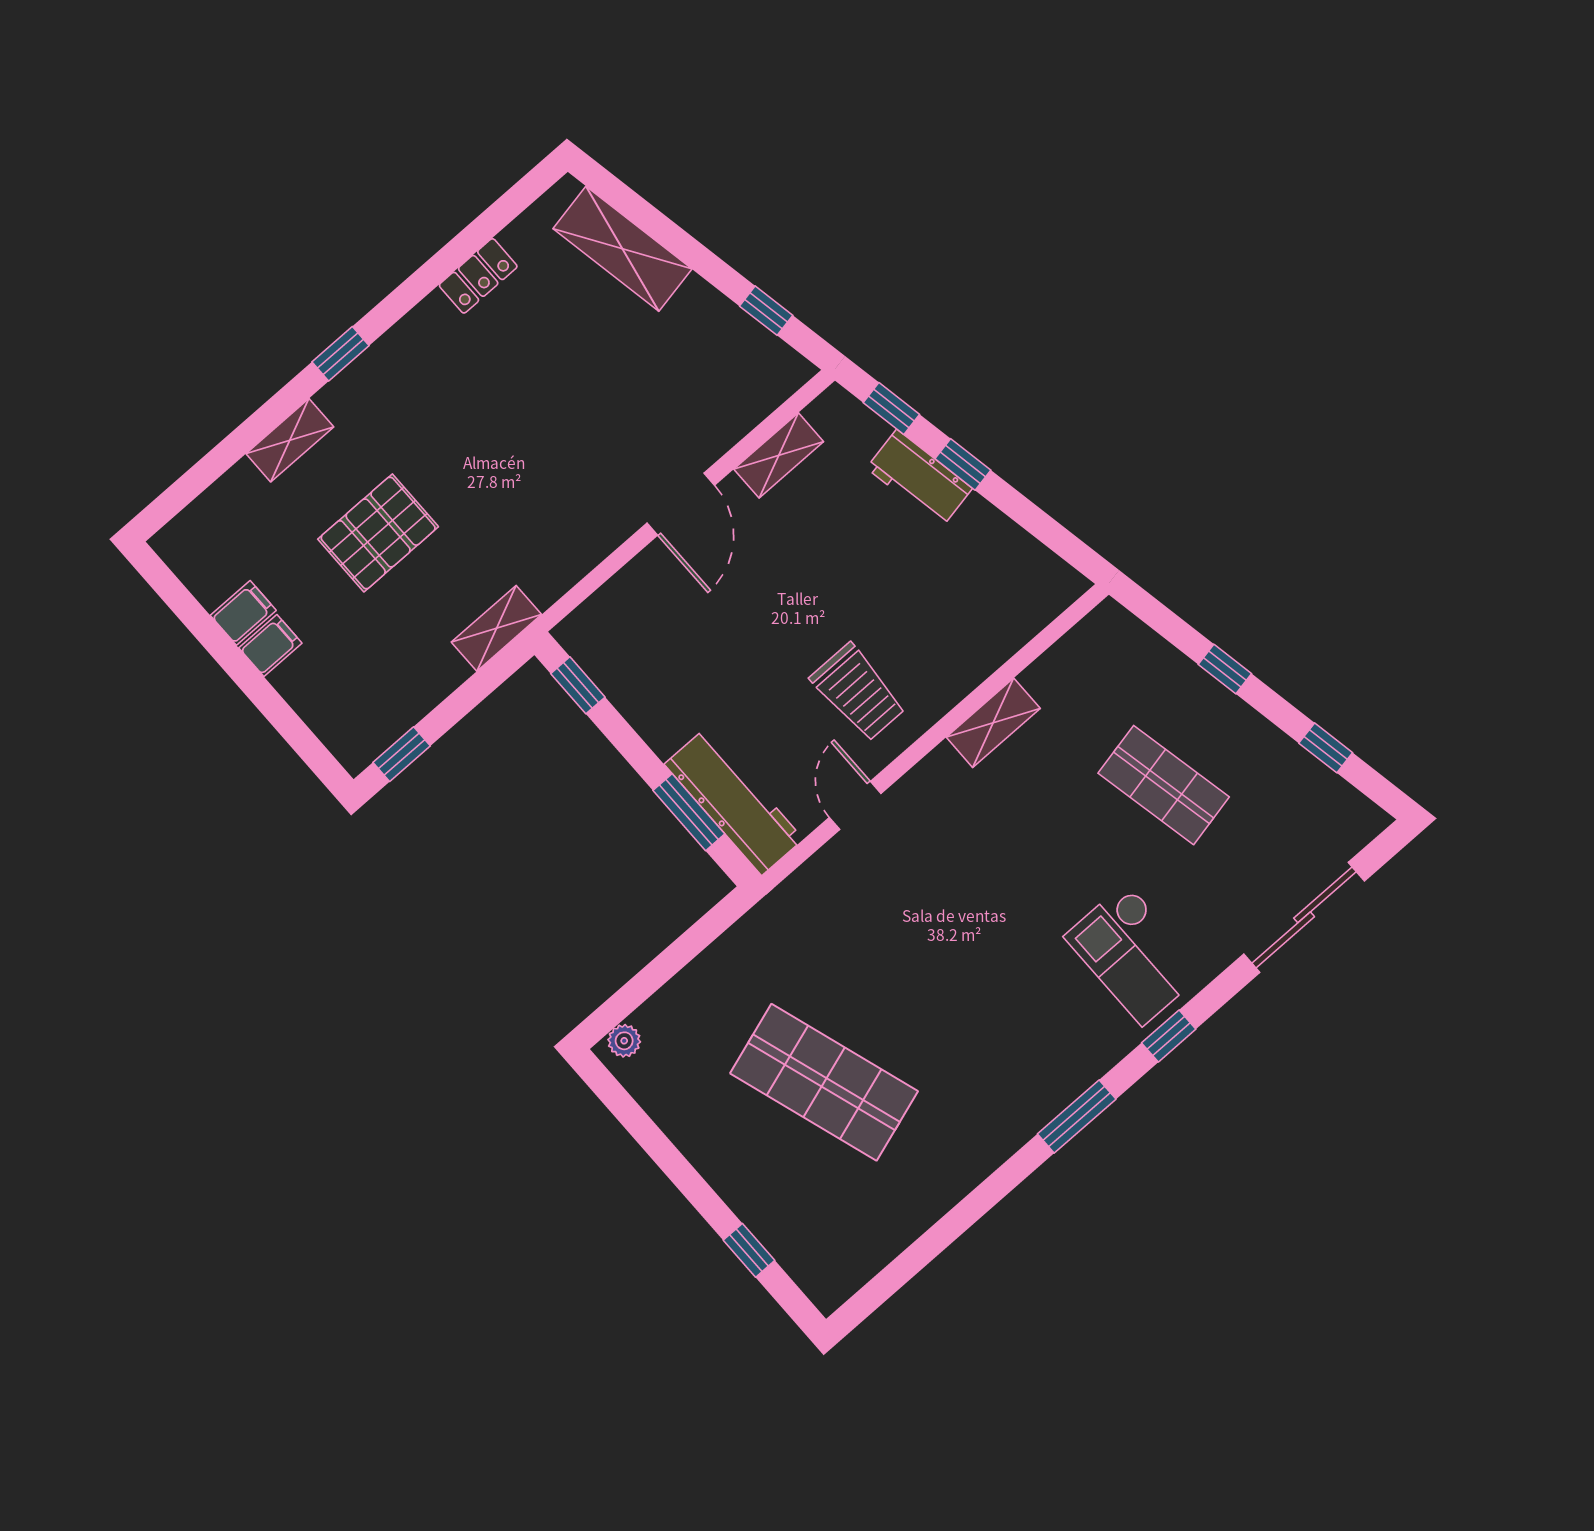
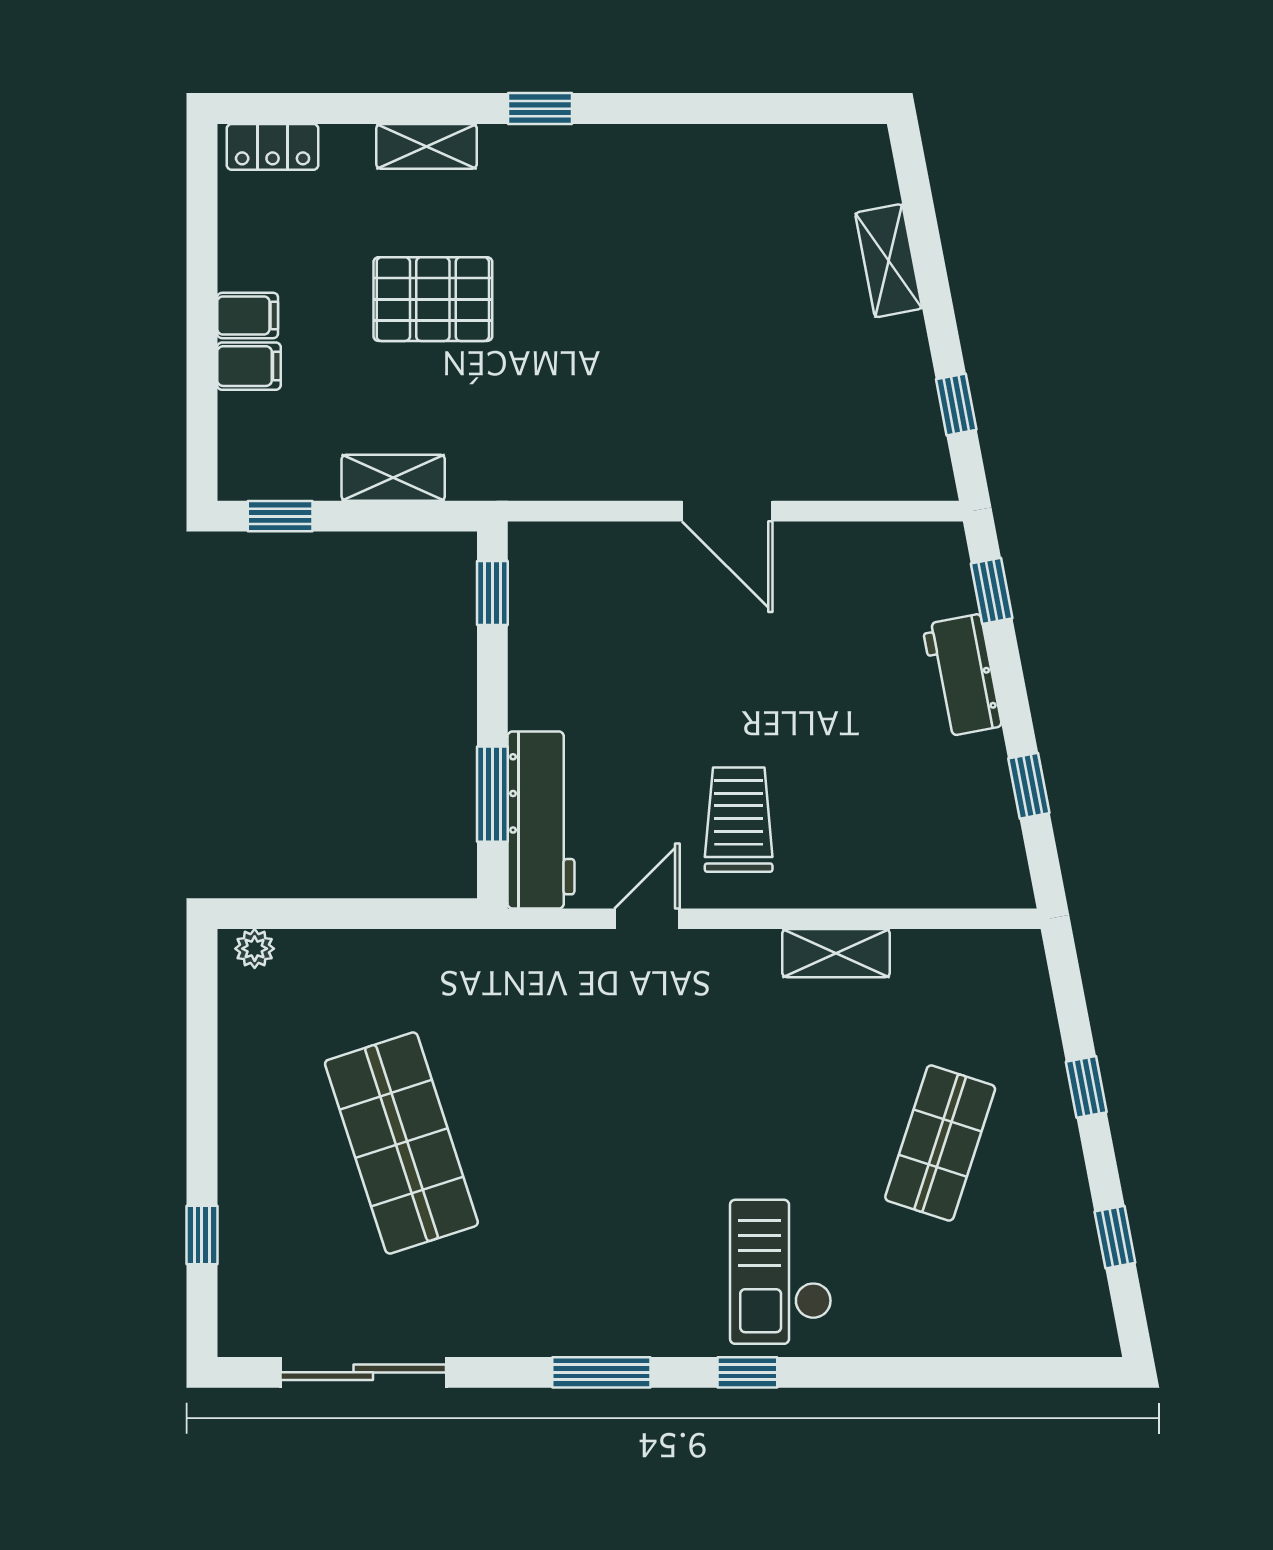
shelving: (622, 249) -> (889, 261), width x0.67, depth x0.75
locker: (478, 276) -> (273, 147), moved
shelving: (779, 455) -> (854, 544), removed
window: (963, 464) -> (1029, 786), moved
door: (681, 504) -> (727, 511), hinge flipped
filing cabinet: (243, 613) -> (249, 366), moved
shelving: (496, 628) -> (393, 478), moved
trolley: (858, 692) -> (739, 820), turned 180
shop shelf: (1164, 785) -> (940, 1143), turned 30
sliding door: (1304, 917) -> (363, 1372), moved

